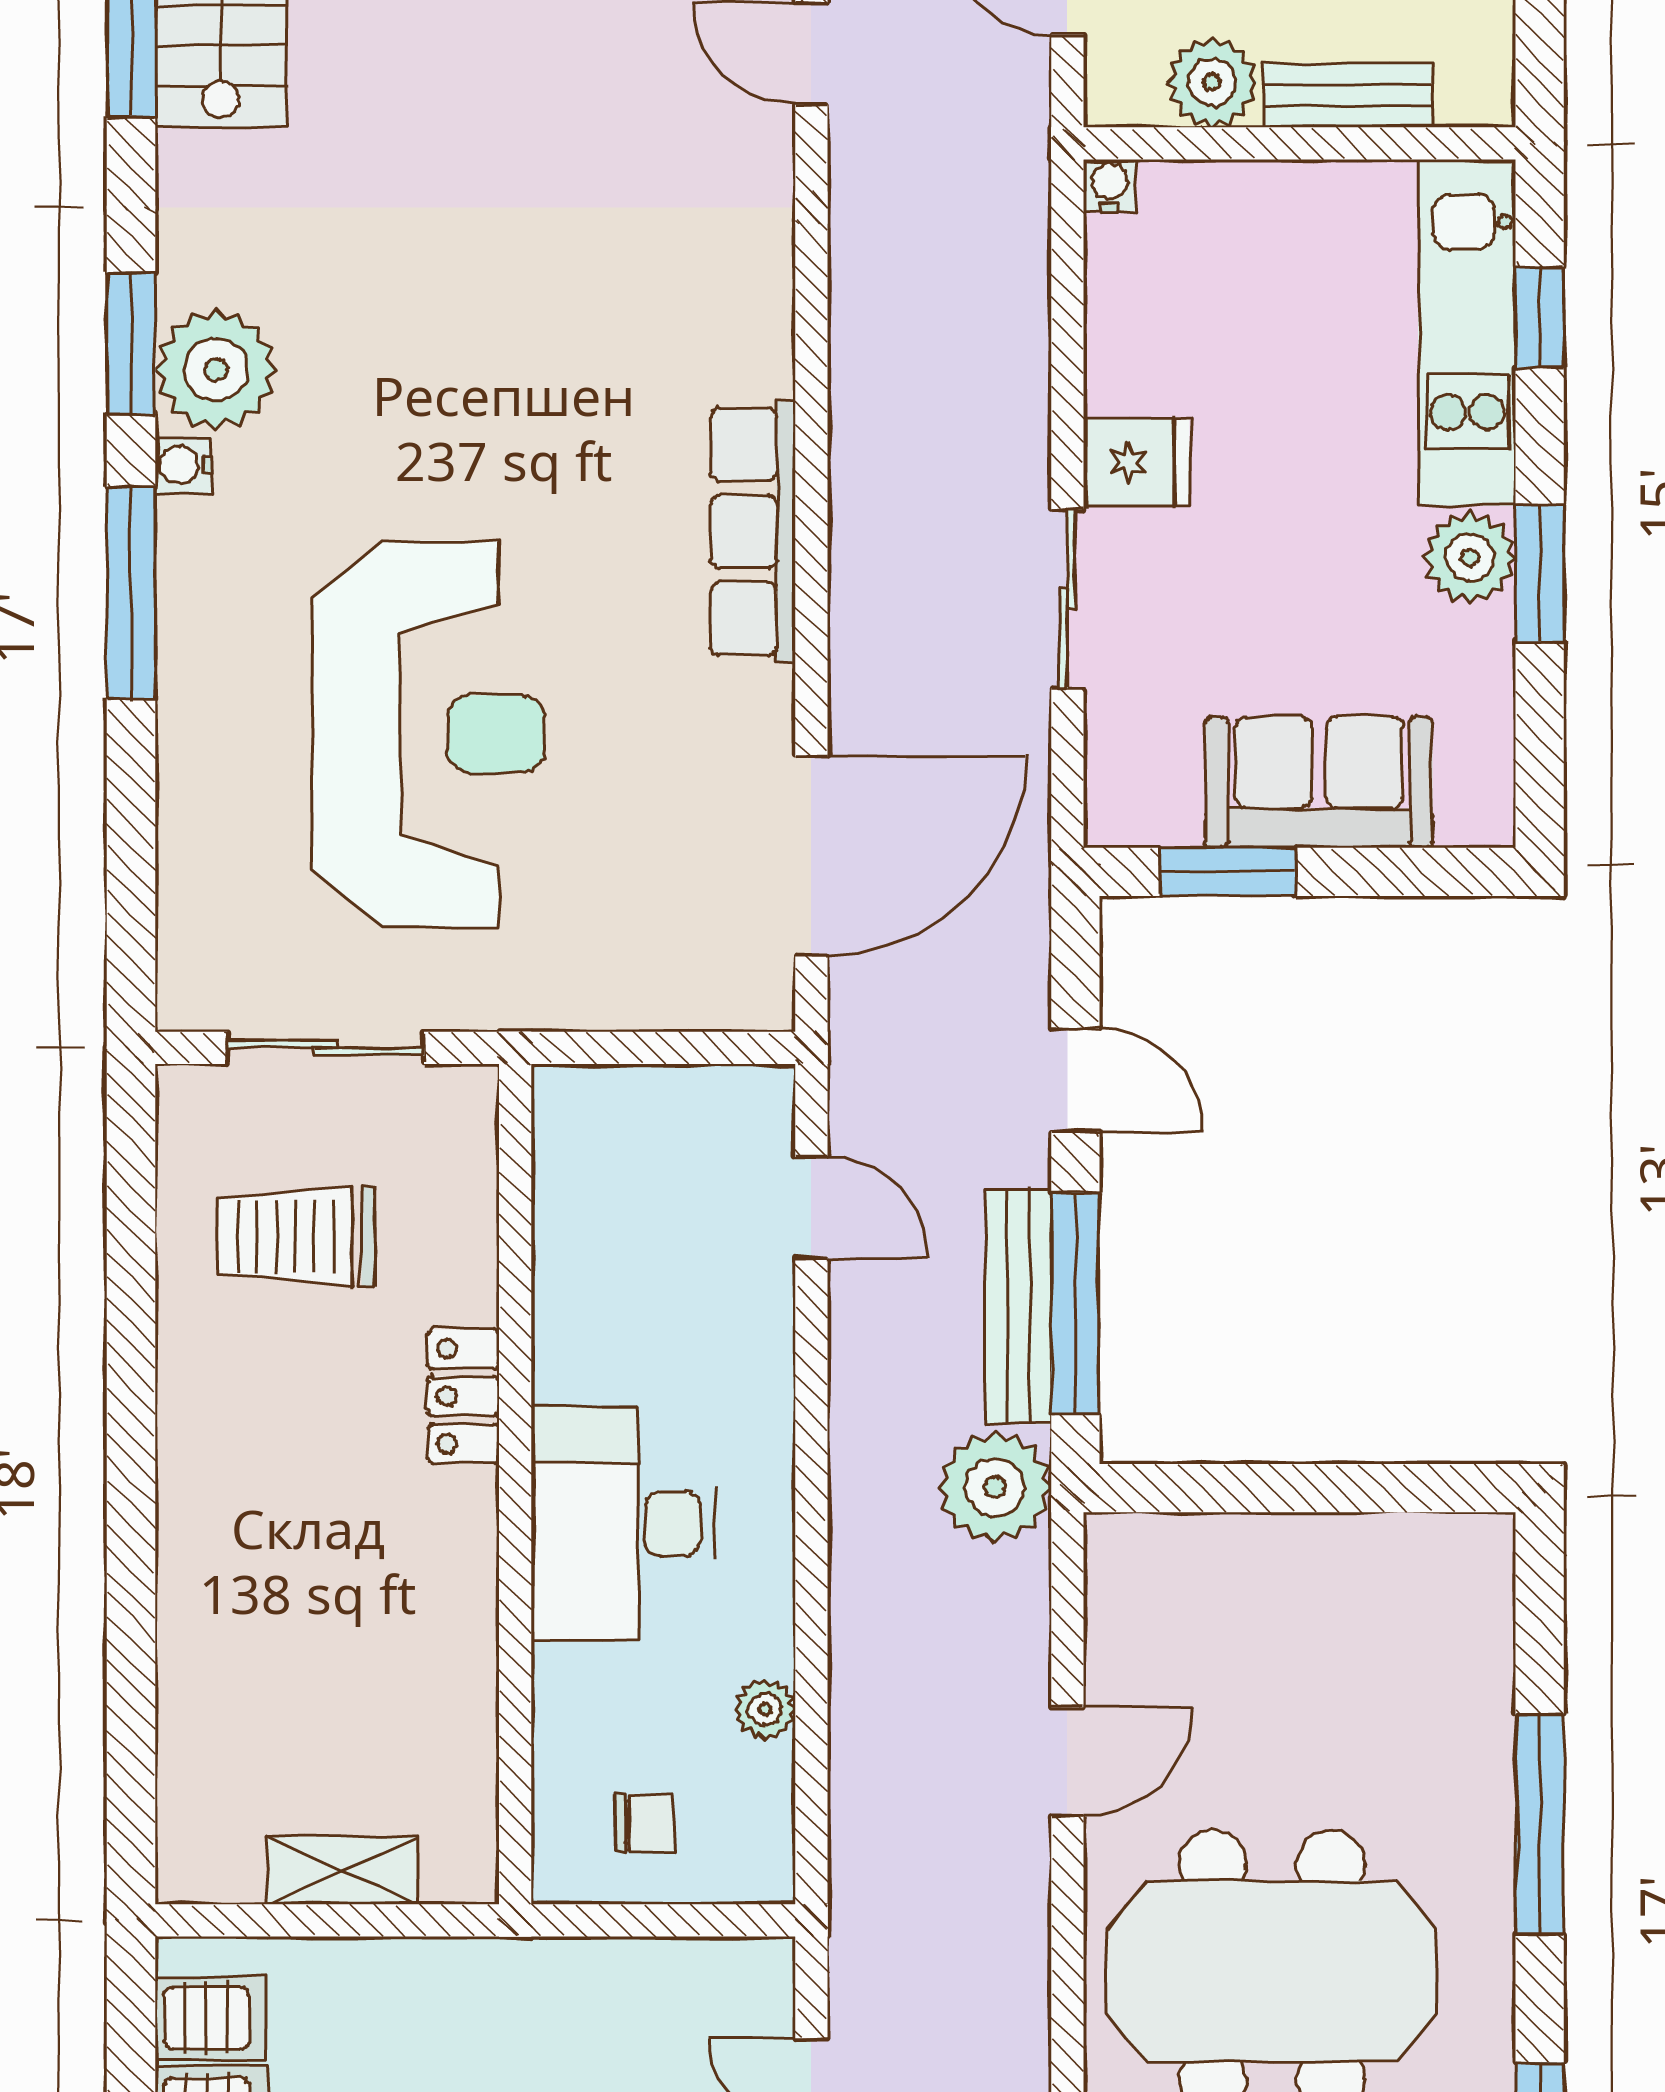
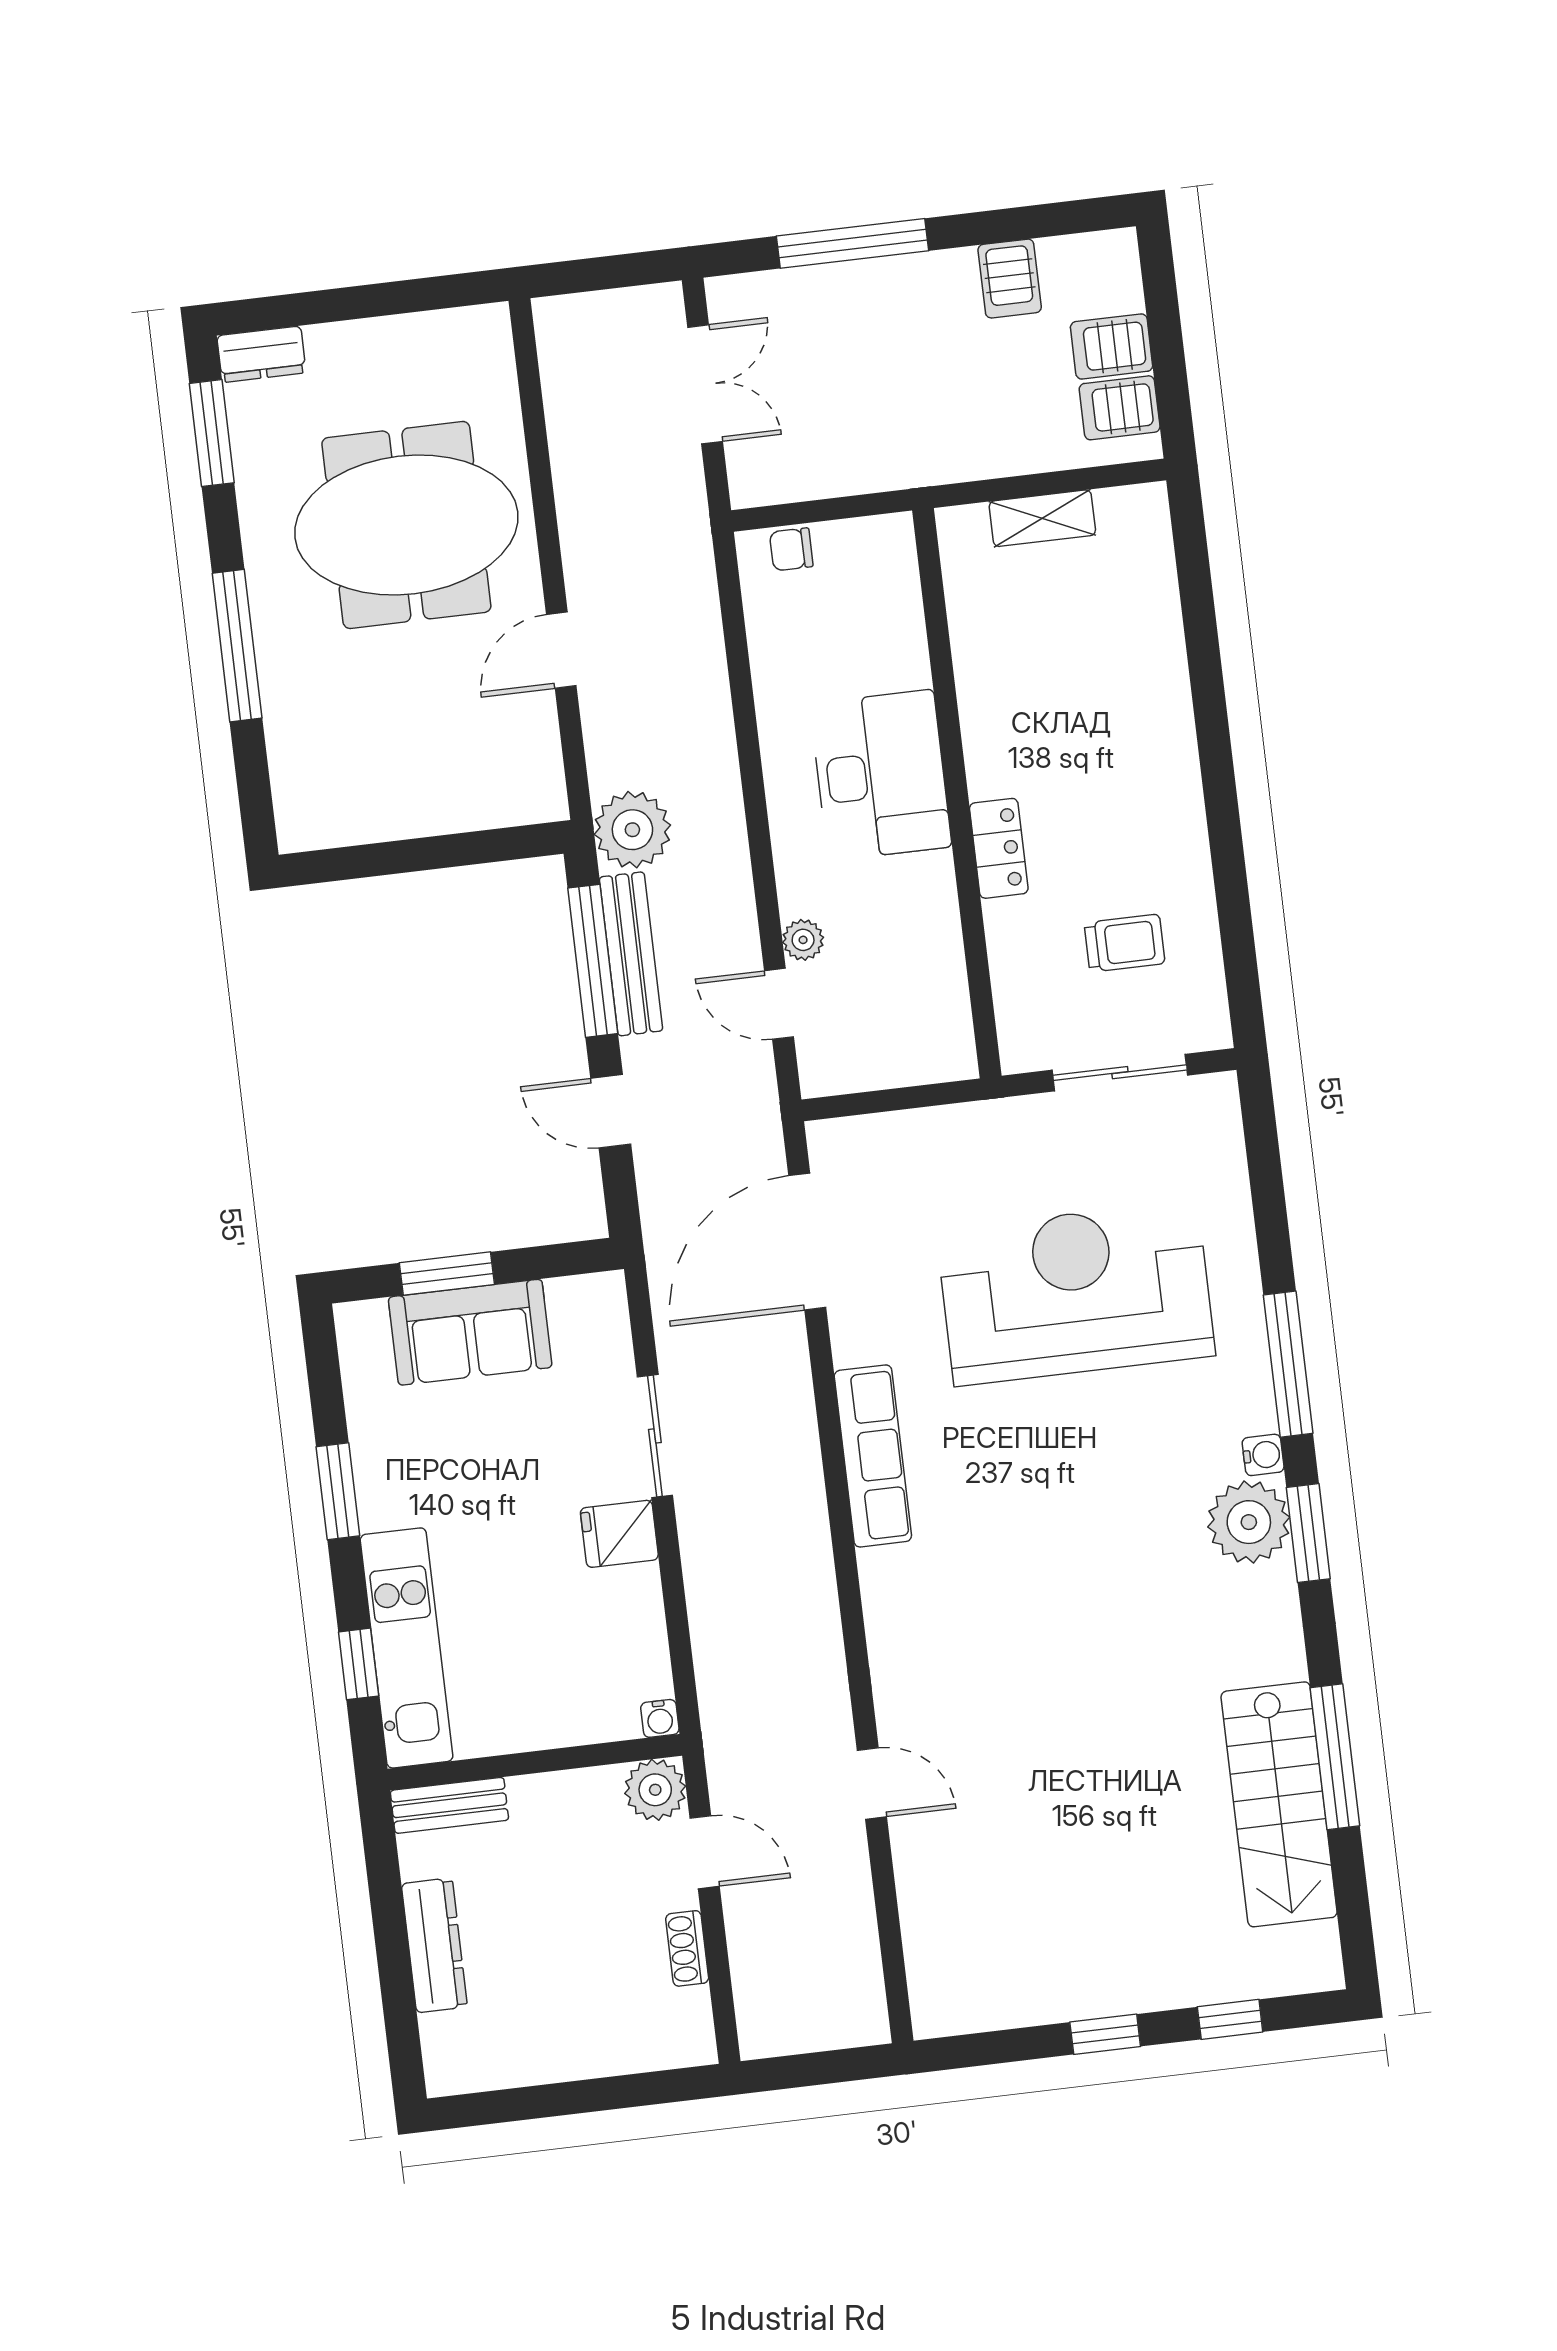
plant: (1212, 82) -> (655, 1790), moved
bench: (1348, 95) -> (449, 1805), moved
plant: (1470, 558) -> (386, 1496), removed
reception desk: (429, 734) -> (1076, 1293), turned 90
window: (1228, 872) -> (447, 1274), moved
trolley: (296, 1236) -> (1125, 943), width x0.73, depth x0.72
plant: (765, 1709) -> (803, 940), moved
chair: (644, 1823) -> (791, 549), moved

